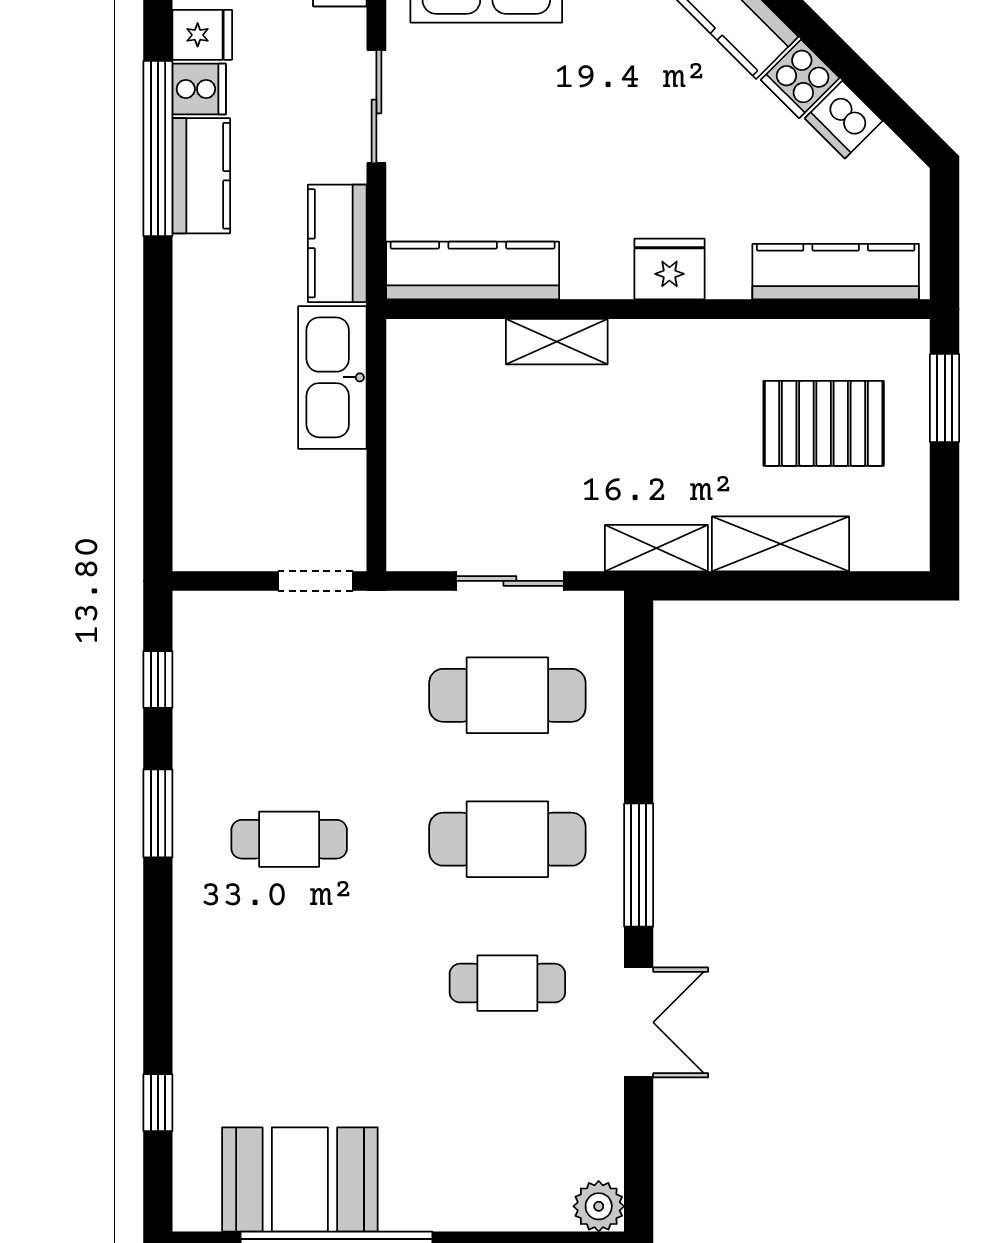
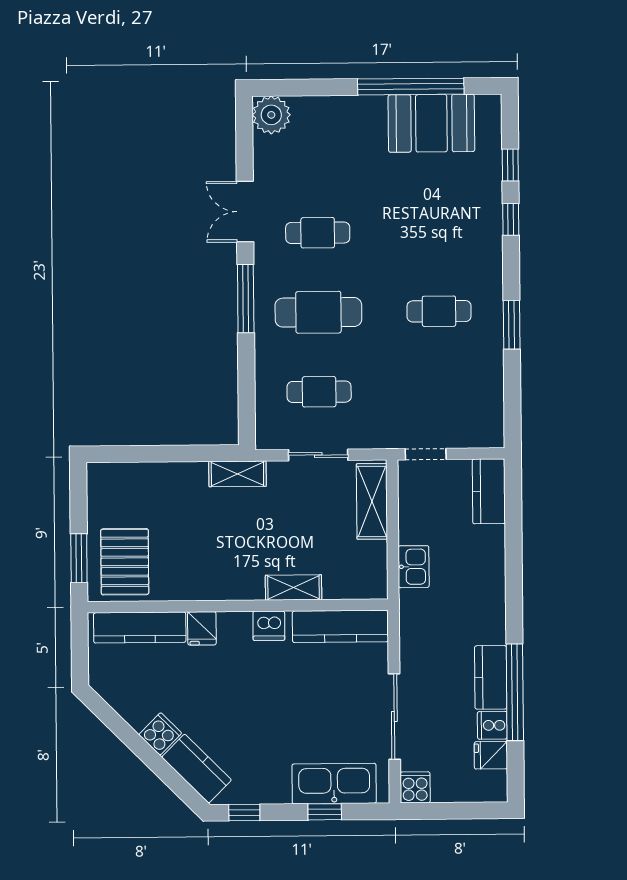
sliding door: (376, 107) -> (394, 717), width x1.37
dishwasher: (844, 120) -> (269, 626), moved, turned 135
kitchen counter: (337, 243) -> (489, 491), moved, turned 180
fridge: (669, 269) -> (202, 628), moved, width x0.72
kitchen sink: (332, 377) -> (414, 567), width x0.53, depth x0.81
pallet: (824, 423) -> (125, 562), moved, turned 90
shelving: (780, 544) -> (372, 501), moved, turned 90
window: (158, 679) -> (511, 219), moved
cafe table: (507, 695) -> (319, 392), width x0.73, depth x0.74
plant: (599, 1206) -> (271, 115), width x1.36, depth x1.36

